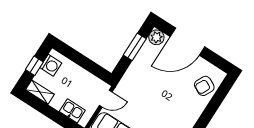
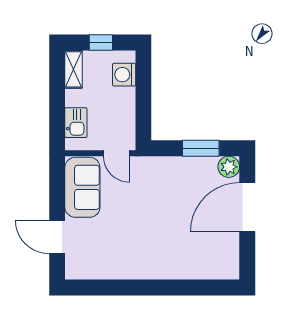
door: (187, 42) -> (247, 207), hinge flipped
washing machine: (51, 65) -> (124, 75), moved, turned 90
armchair: (204, 86) -> (207, 262), removed

